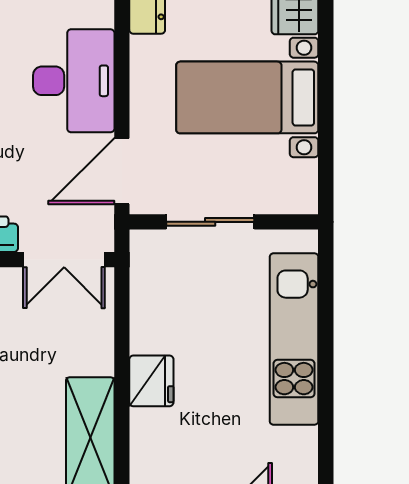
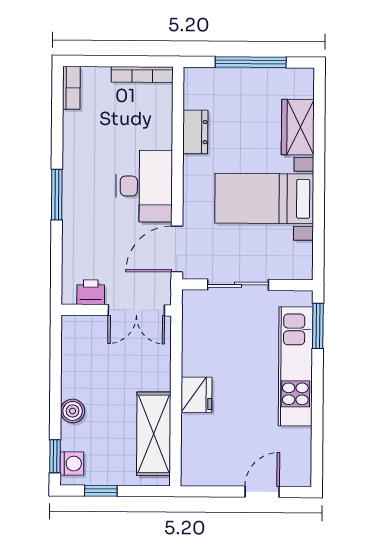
window: (326, 280) -> (318, 326), added

